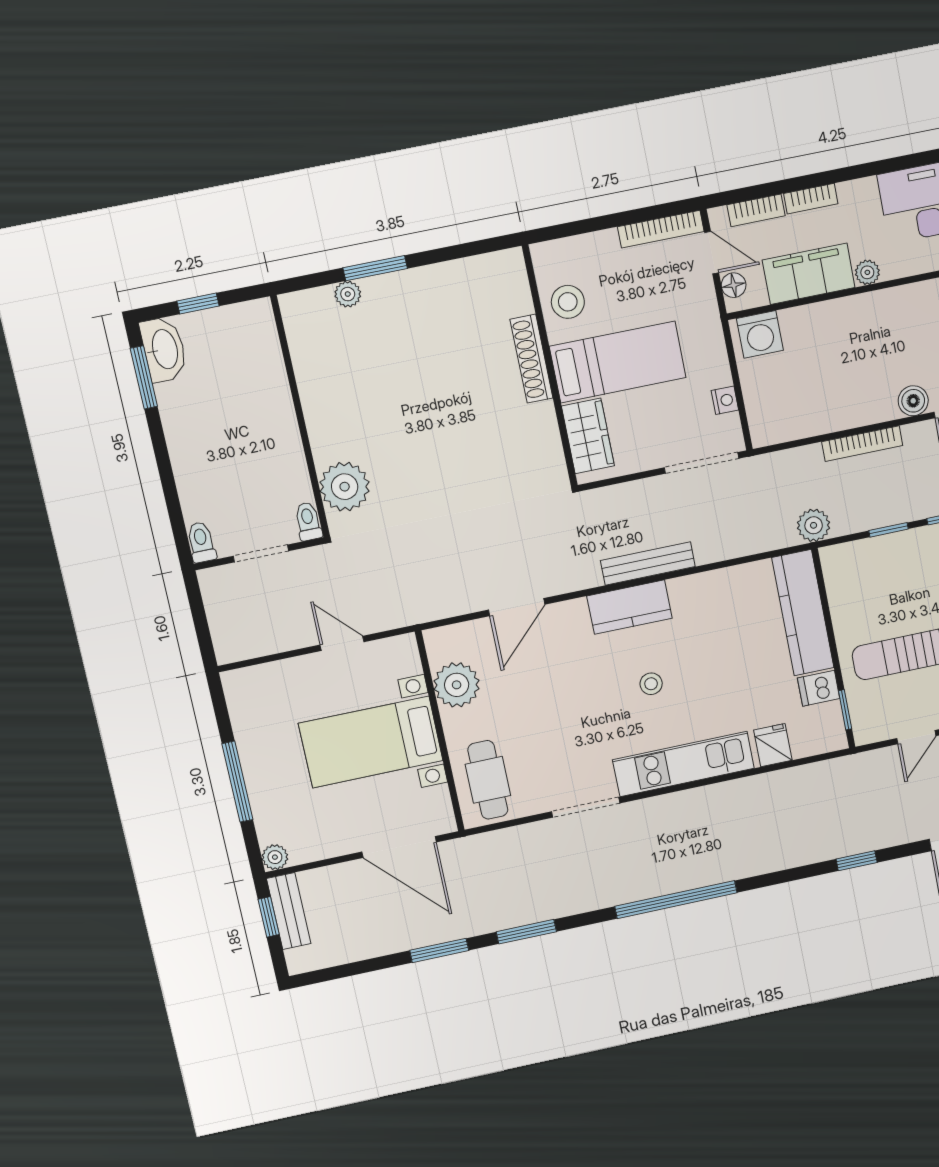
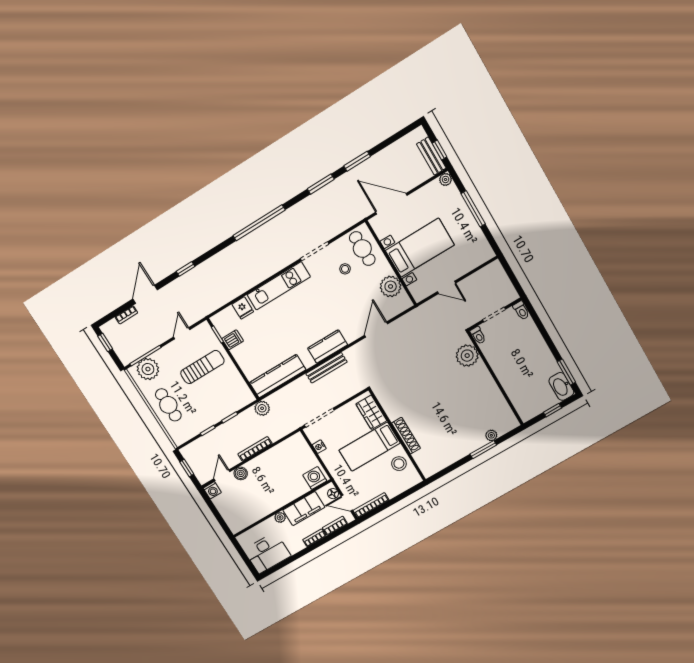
kitchen counter: (803, 613) -> (278, 376), moved, turned -90
stool: (651, 684) -> (345, 269), moved

